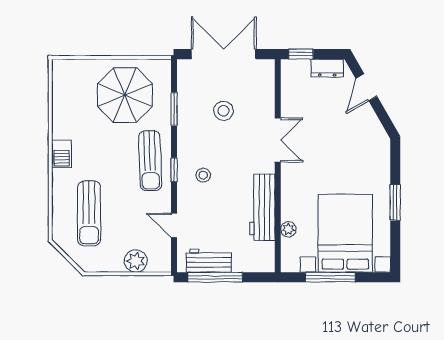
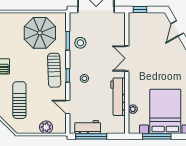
dresser: (327, 68) -> (155, 17), removed
stool: (223, 111) -> (80, 43), moved
double door: (278, 140) -> (127, 58), swing flipped
sun lounger: (89, 213) -> (19, 100), turned 180

